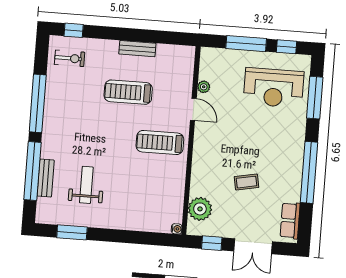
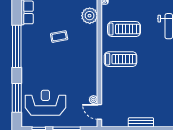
treadmill: (128, 92) -> (124, 29), moved
door: (193, 109) -> (99, 112), moved

